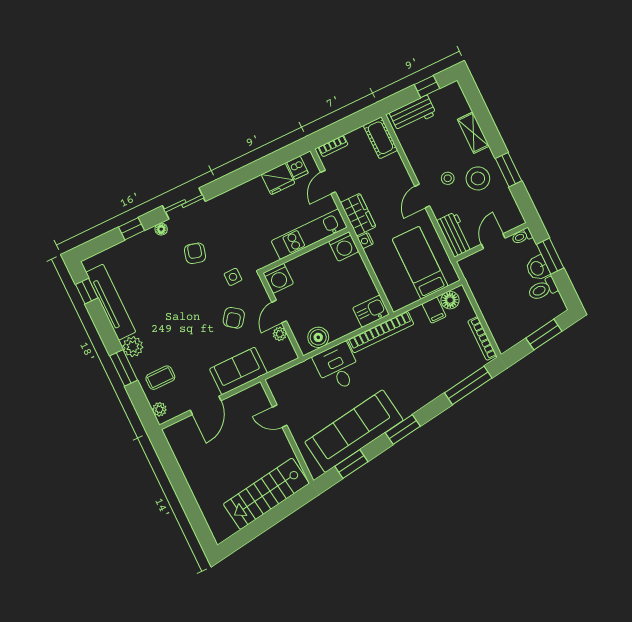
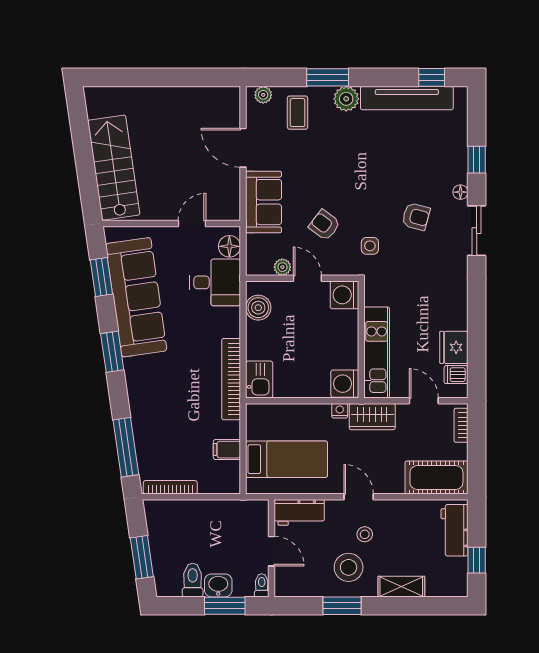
cot: (380, 138) -> (436, 478), width x1.37, depth x1.34
floor lamp: (450, 300) -> (229, 246), moved
desk: (338, 367) -> (215, 282), moved

